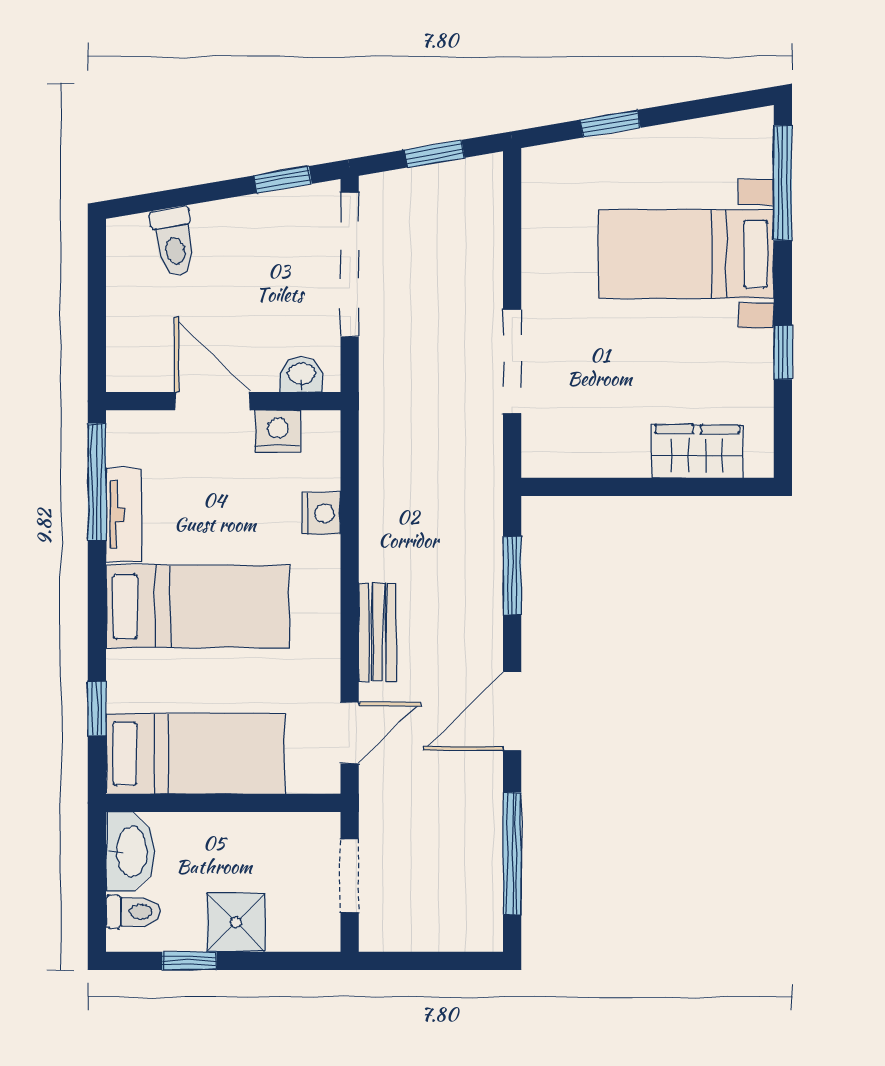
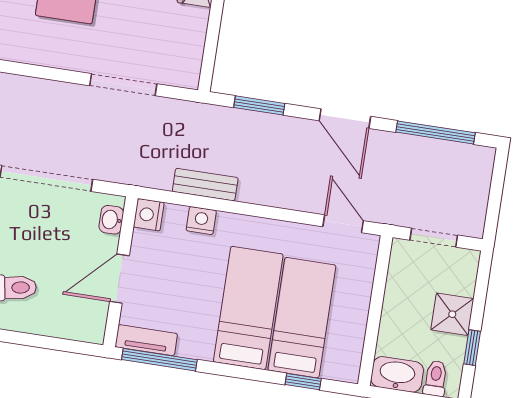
nightstand: (278, 431) -> (149, 215), moved
tv unit: (124, 515) -> (146, 340), moved
bench: (377, 632) -> (205, 185), moved
bed: (195, 754) -> (302, 318), moved

